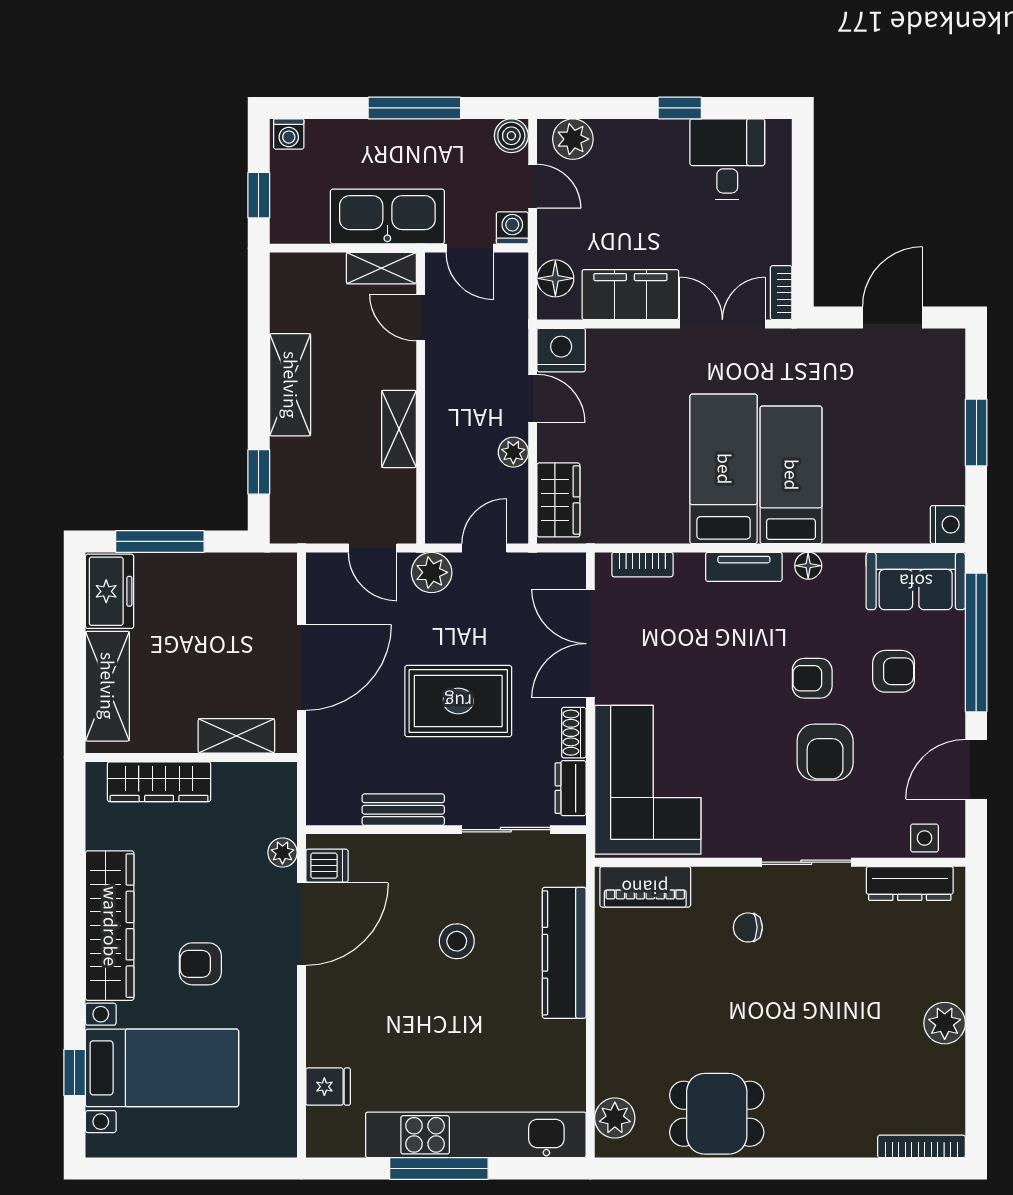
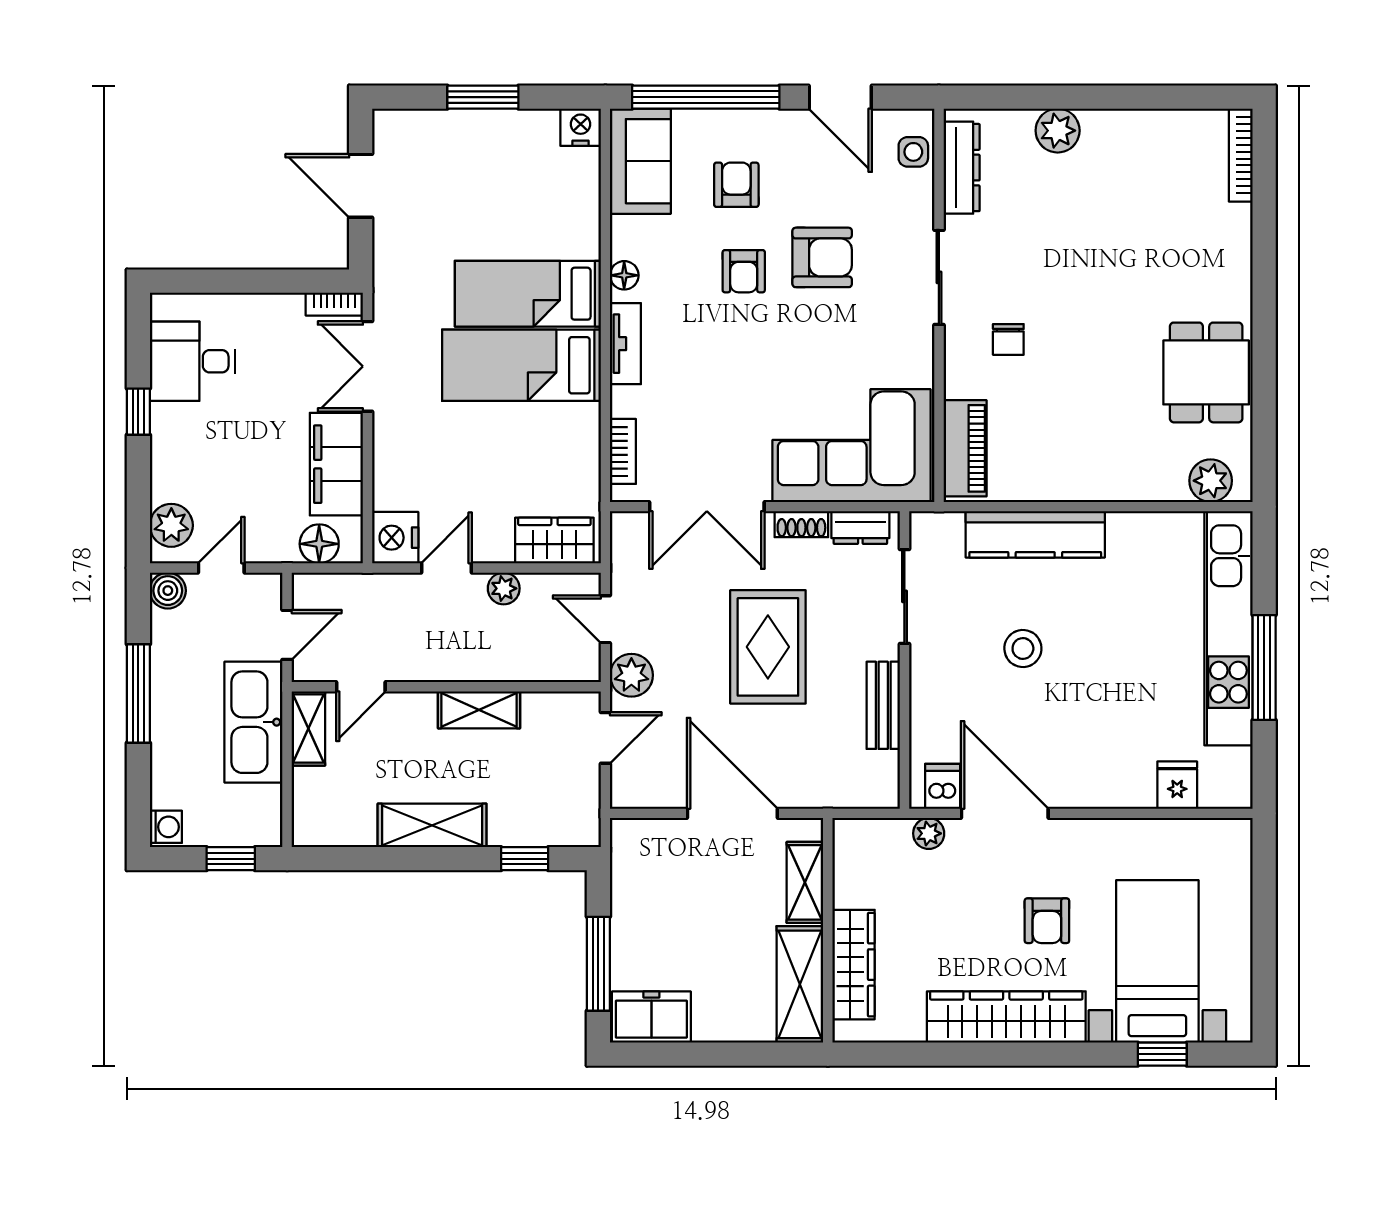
washing machine: (512, 228) -> (266, 590), removed
shelving: (107, 686) -> (800, 984), moved, turned 90
plant: (945, 1023) -> (1058, 131), moved

